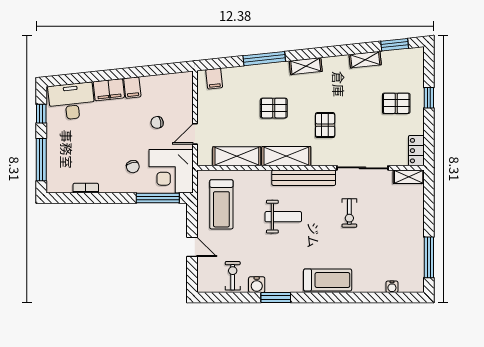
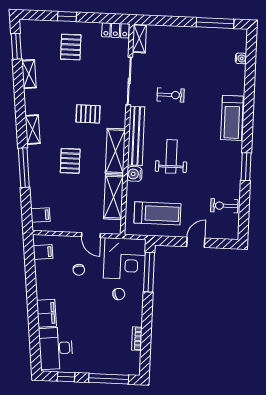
filing cabinet: (132, 88) -> (43, 252), moved
treadmill: (328, 280) -> (232, 118), turned 180
water cooler: (257, 285) -> (134, 174), moved, turned 180

